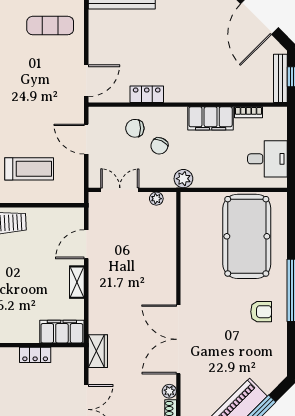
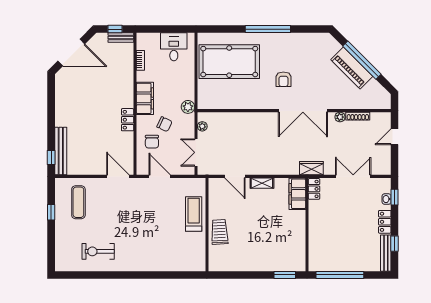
bench: (280, 78) -> (121, 38), width x0.73
locker: (147, 94) -> (128, 120), moved
filing cabinet: (211, 118) -> (145, 98), moved
door: (86, 139) -> (160, 176), swing flipped
treadmill: (29, 169) -> (194, 214), moved
armchair: (261, 312) -> (283, 79), moved, turned 180
locker: (35, 355) -> (314, 189), moved

